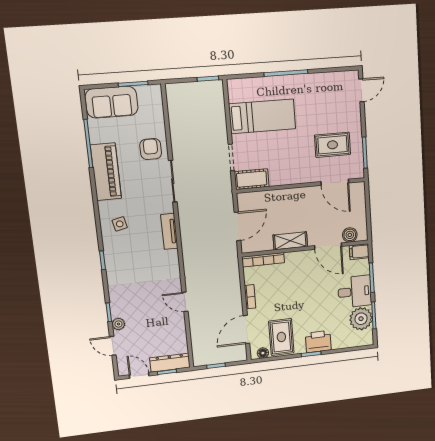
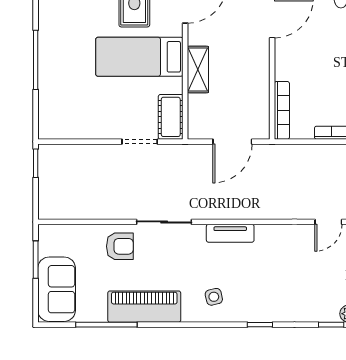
bed: (262, 116) -> (139, 57), moved, turned -90
armchair: (151, 149) -> (120, 246), turned 180
door: (237, 226) -> (232, 142), swing flipped
shelving: (290, 241) -> (198, 69), moved

